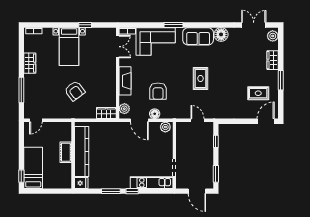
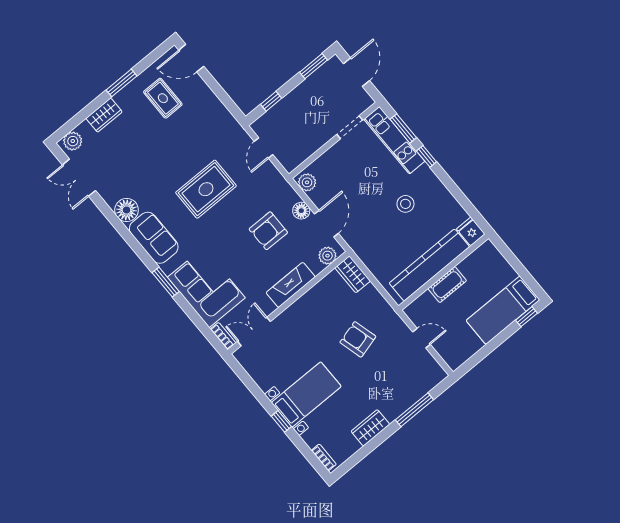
window: (85, 25) -> (281, 421), moved
rug: (200, 78) -> (206, 189), width x1.36, depth x1.43
armchair: (75, 91) -> (358, 339), turned -68
armchair: (158, 91) -> (268, 231), turned 180
door: (36, 120) -> (421, 338), moved
stool: (118, 164) -> (405, 204), added
window: (111, 191) -> (403, 128), moved

